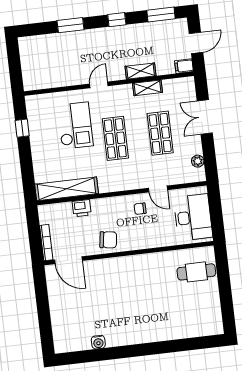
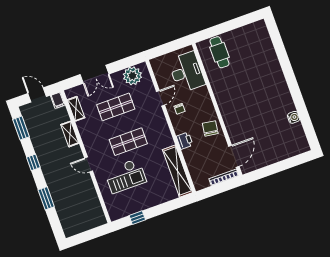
shelving: (147, 88) -> (76, 109), moved
checkout: (75, 125) -> (125, 176), turned 180
plant: (198, 161) -> (132, 76), width x1.87, depth x1.87
printer: (82, 208) -> (185, 141), moved
desk: (193, 217) -> (187, 72), moved, turned 90

